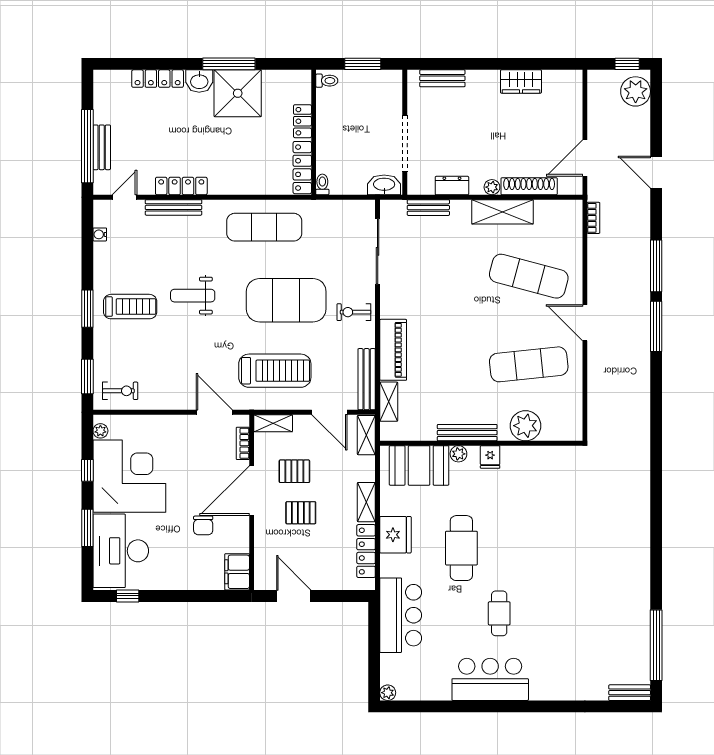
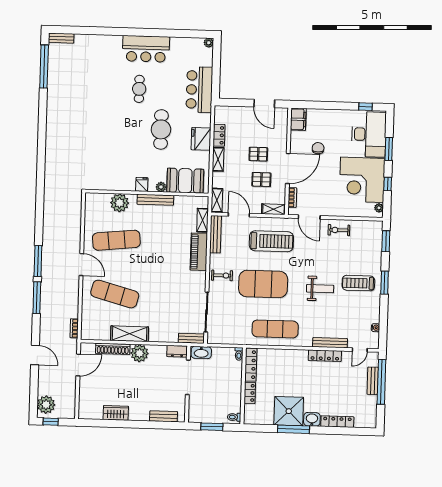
dresser: (452, 186) -> (177, 351), moved
plant: (492, 187) -> (139, 353), width x1.88, depth x1.88
bench: (428, 208) -> (191, 338), moved
treadmill: (275, 371) -> (271, 241), turned 180
exercise bike: (120, 391) -> (339, 230), moved
locker: (366, 551) -> (219, 135), width x0.66

